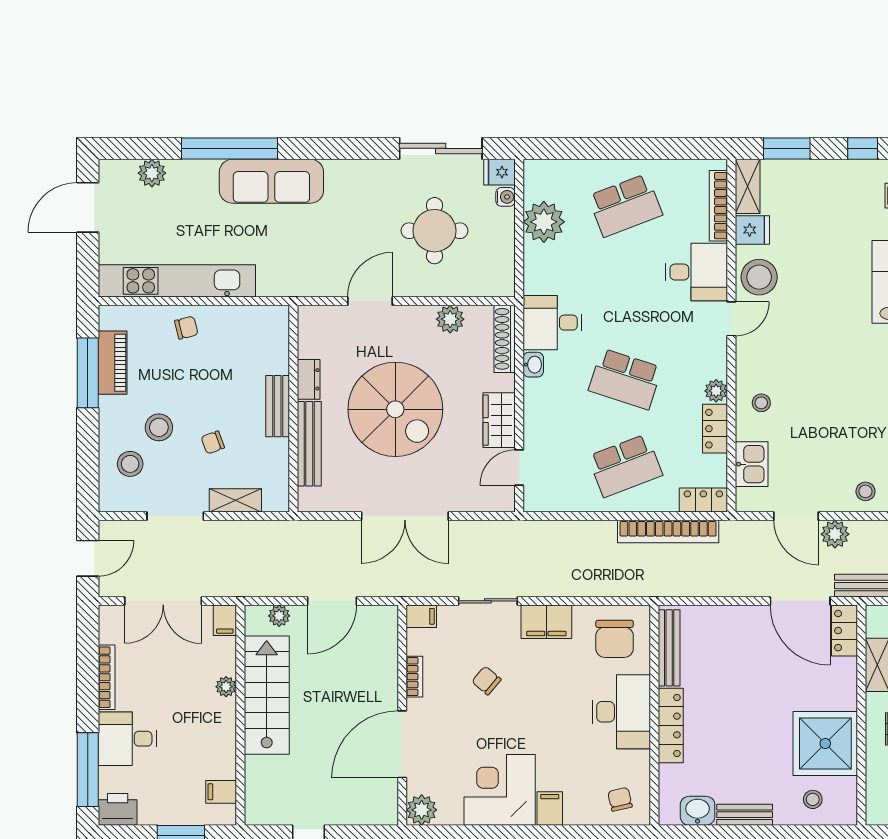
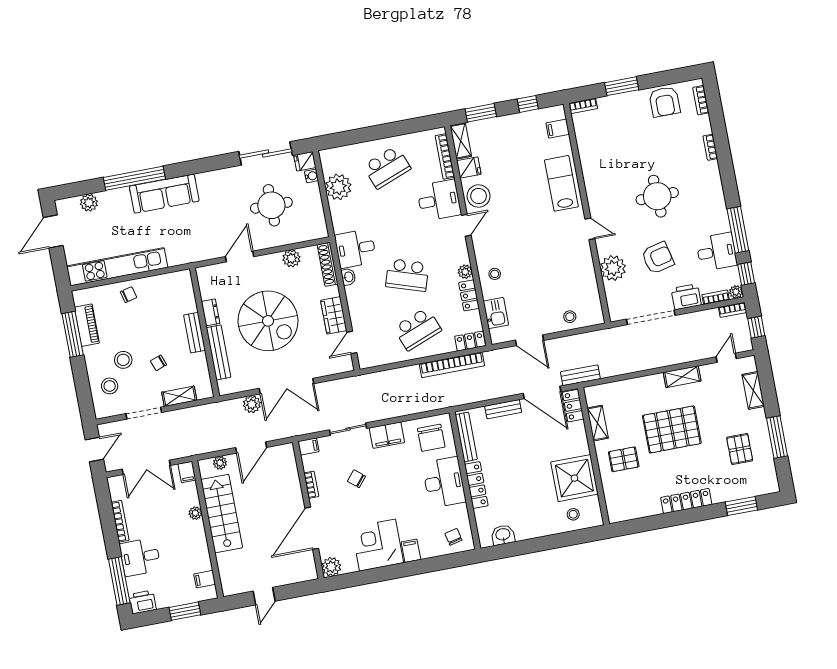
plant: (835, 534) -> (252, 404), moved
bench: (745, 815) -> (503, 409), moved

